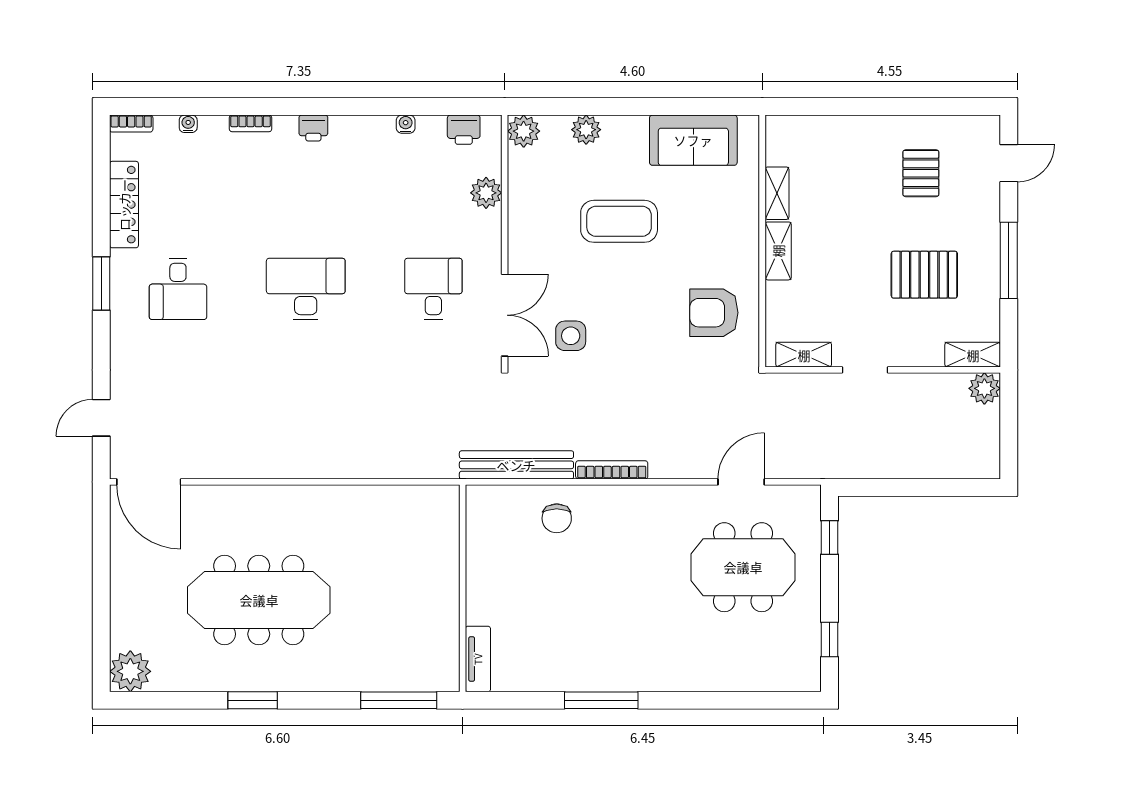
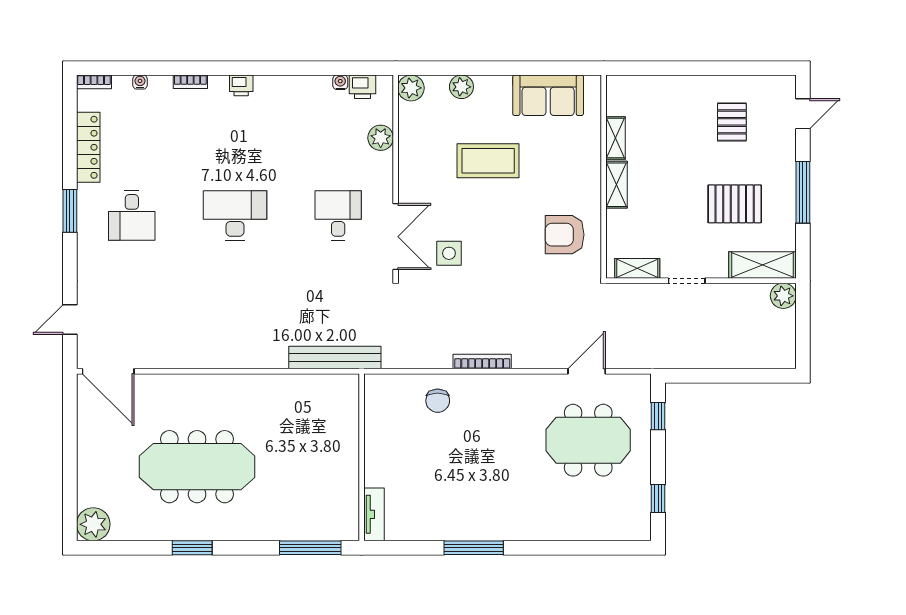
water cooler: (406, 124) -> (340, 82), moved
shelving: (973, 355) -> (762, 265), width x1.50, depth x1.33
bench: (516, 465) -> (335, 358), moved

